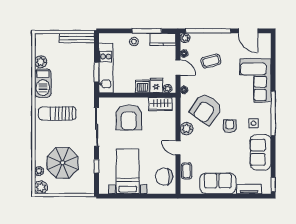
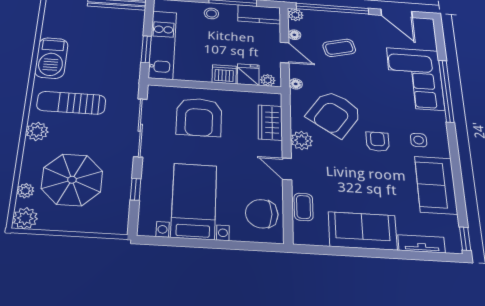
plant: (41, 62) -> (37, 131), moved
wardrobe: (161, 104) -> (270, 123), moved, turned 90
window: (273, 113) -> (446, 91), moved

